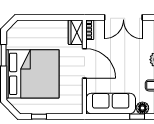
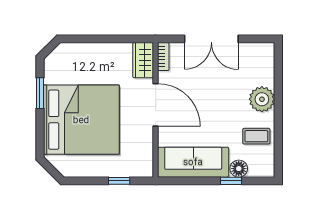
window: (39, 117) -> (119, 181), moved

